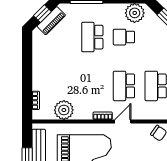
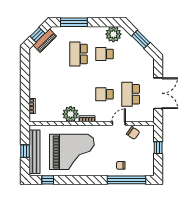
school desk: (124, 86) -> (105, 94), width x0.54
plant: (64, 110) -> (71, 114), moved
door: (123, 121) -> (119, 123), moved

